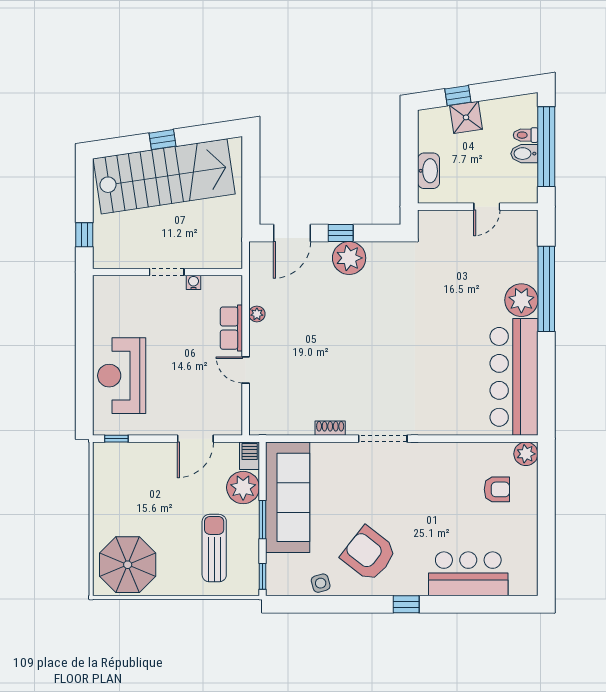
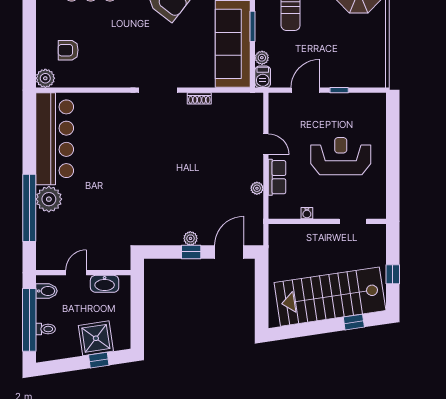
shower: (466, 117) -> (96, 338), width x1.36, depth x1.36
window: (163, 140) -> (354, 322), moved
bidet: (524, 154) -> (46, 291), moved
washbasin: (429, 171) -> (105, 284), moved, turned -90
window: (84, 235) -> (393, 274), moved
plant: (349, 258) -> (190, 238), width x0.53, depth x0.53
doorway: (167, 272) -> (353, 221), moved
reception desk: (122, 376) -> (341, 156), moved, turned -90
window: (116, 439) -> (339, 90), moved
plant: (243, 488) -> (262, 58), width x0.53, depth x0.53

